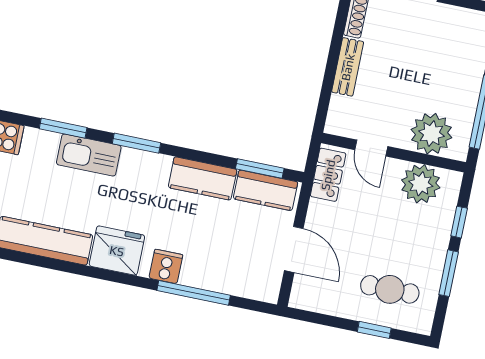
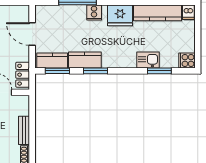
window: (136, 143) -> (95, 71), moved
kitchen sink: (89, 155) -> (148, 60), width x0.73

